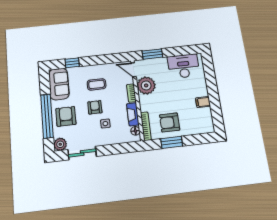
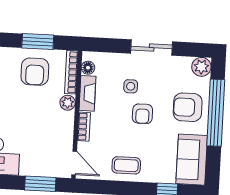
coffee table: (97, 84) -> (126, 165), moved
plant: (146, 85) -> (68, 103), moved, width x0.53, depth x0.53
armchair: (66, 116) -> (188, 107), turned 90
armchair: (170, 122) -> (35, 72), turned 90
sliding door: (82, 153) -> (152, 47), moved

